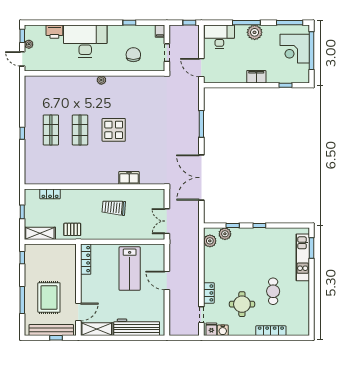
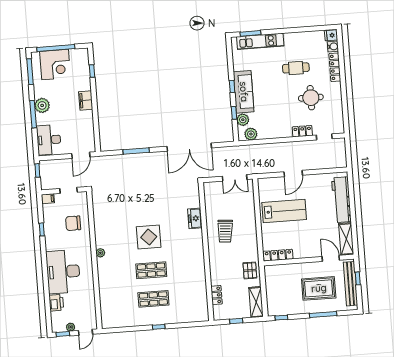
sofa: (253, 237) -> (244, 92), added
fridge: (211, 329) -> (331, 35), moved
water cooler: (223, 330) -> (333, 46), moved

